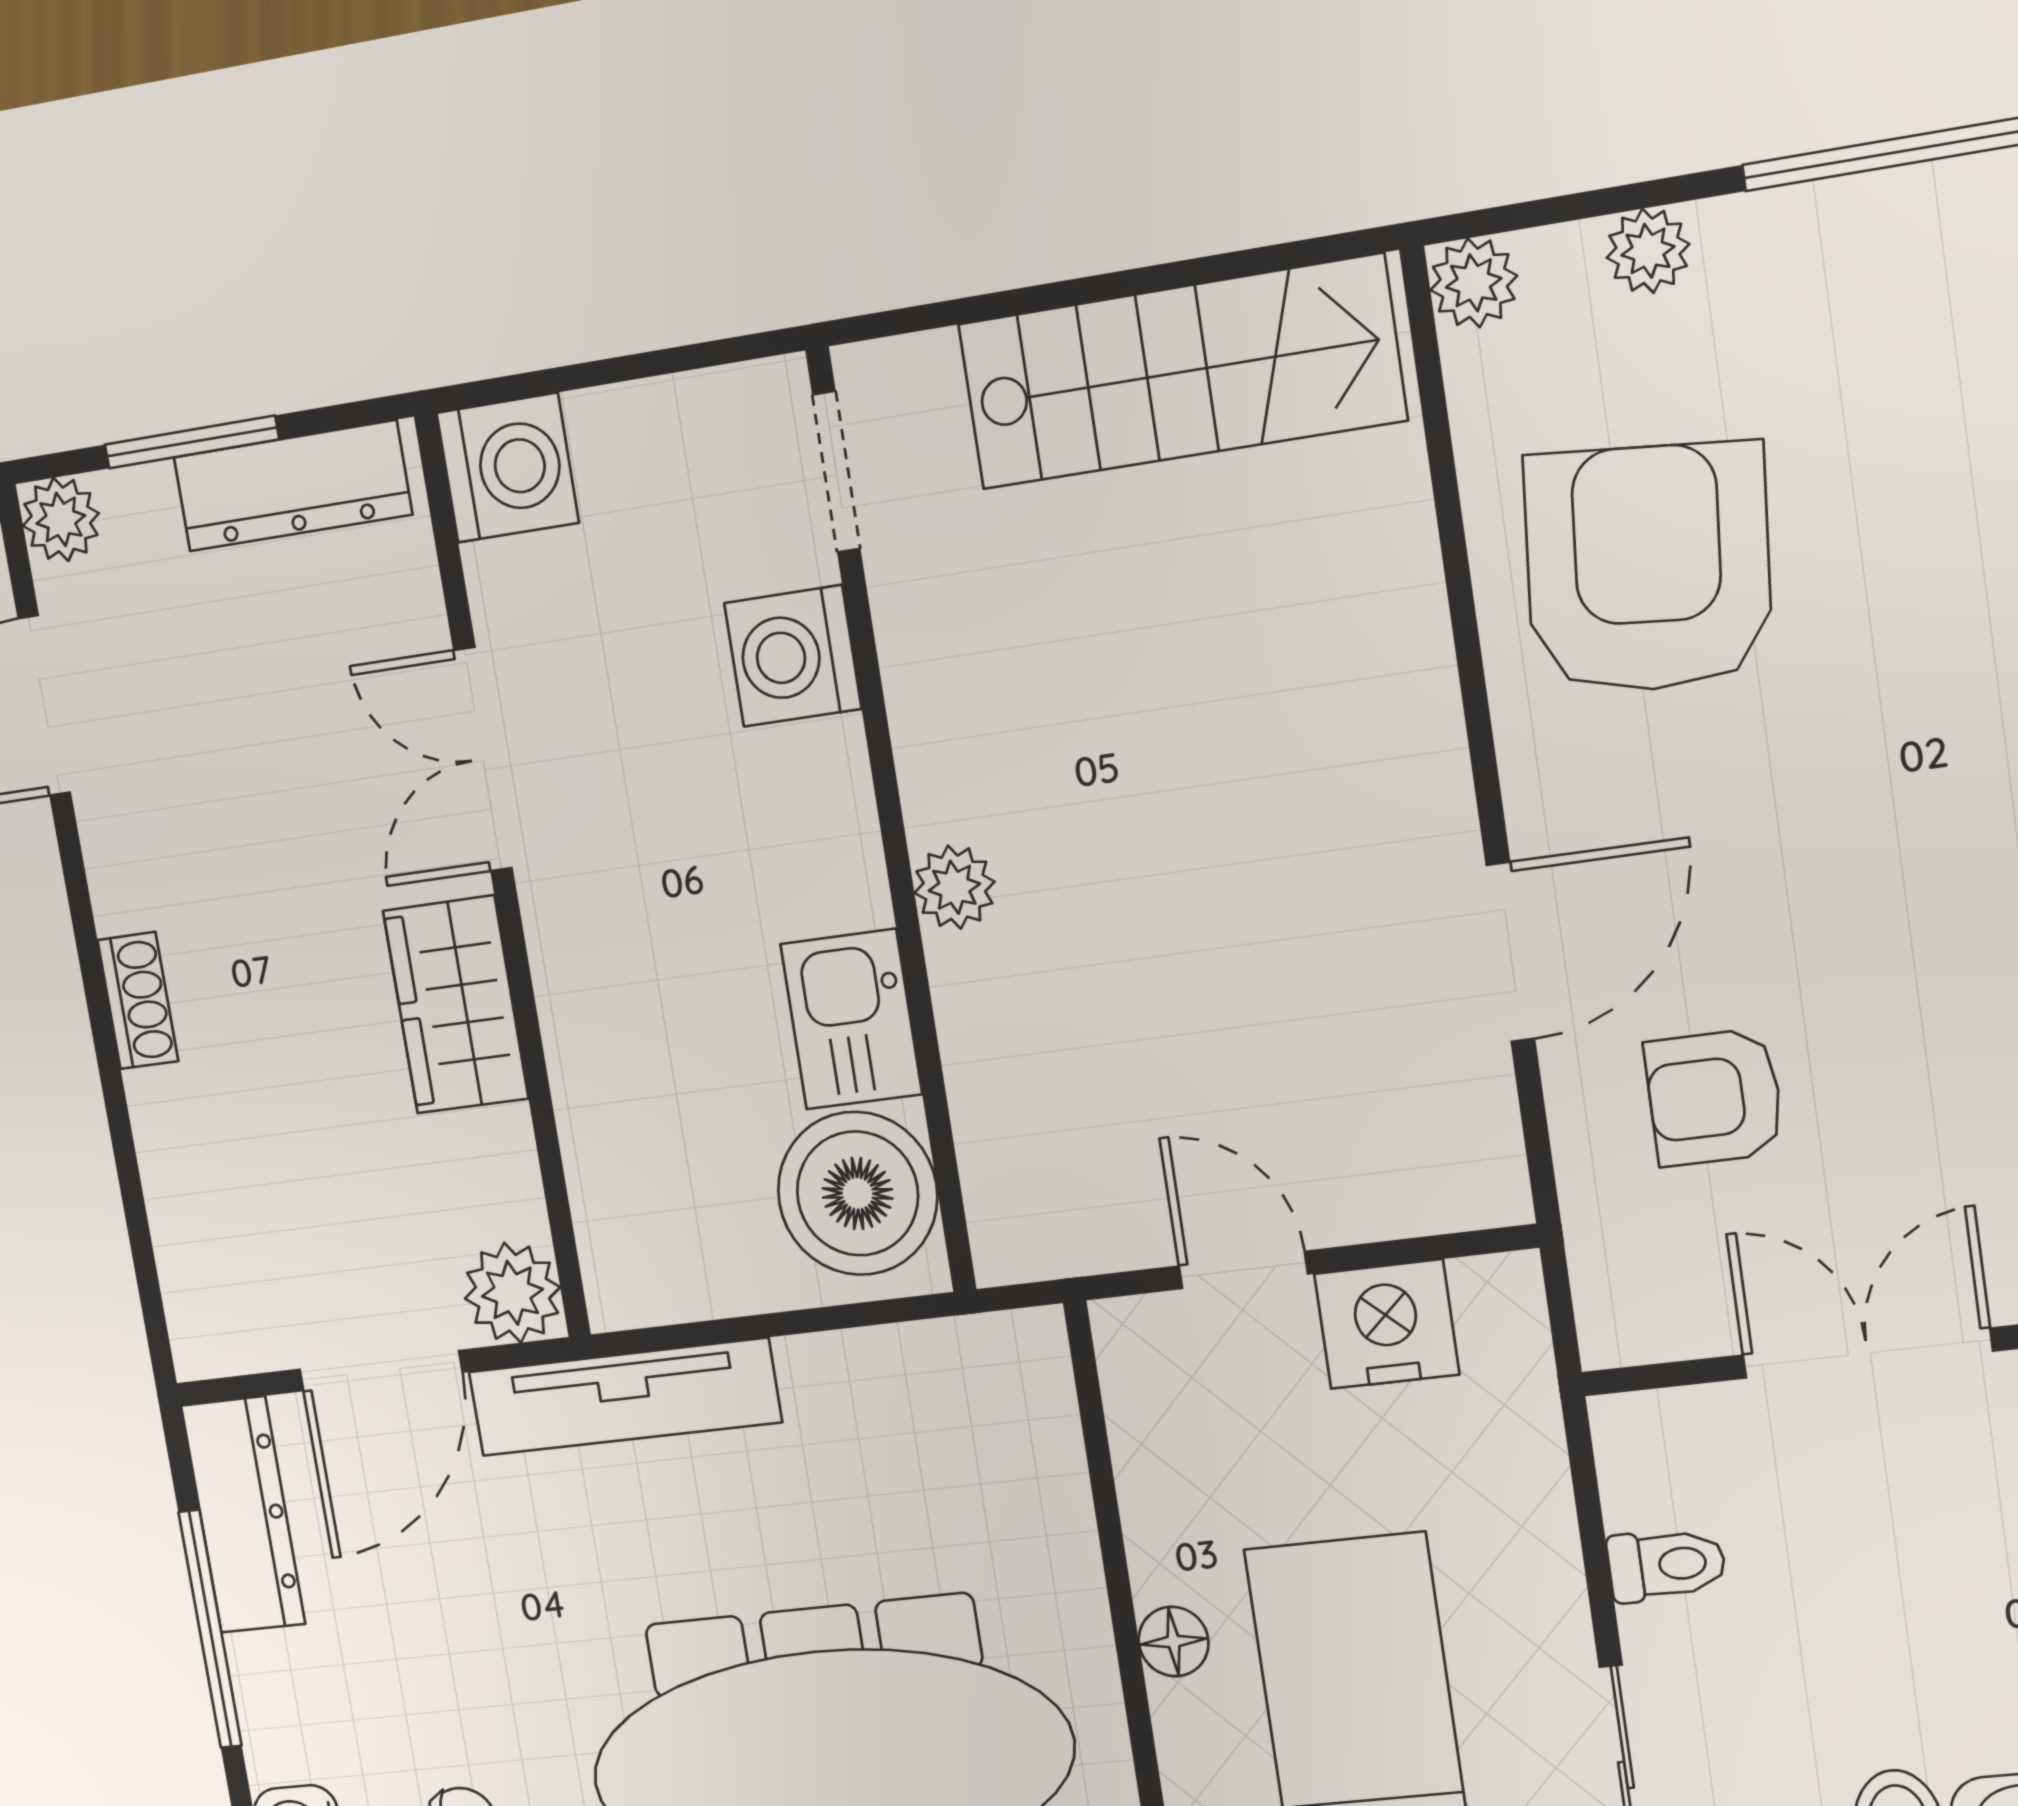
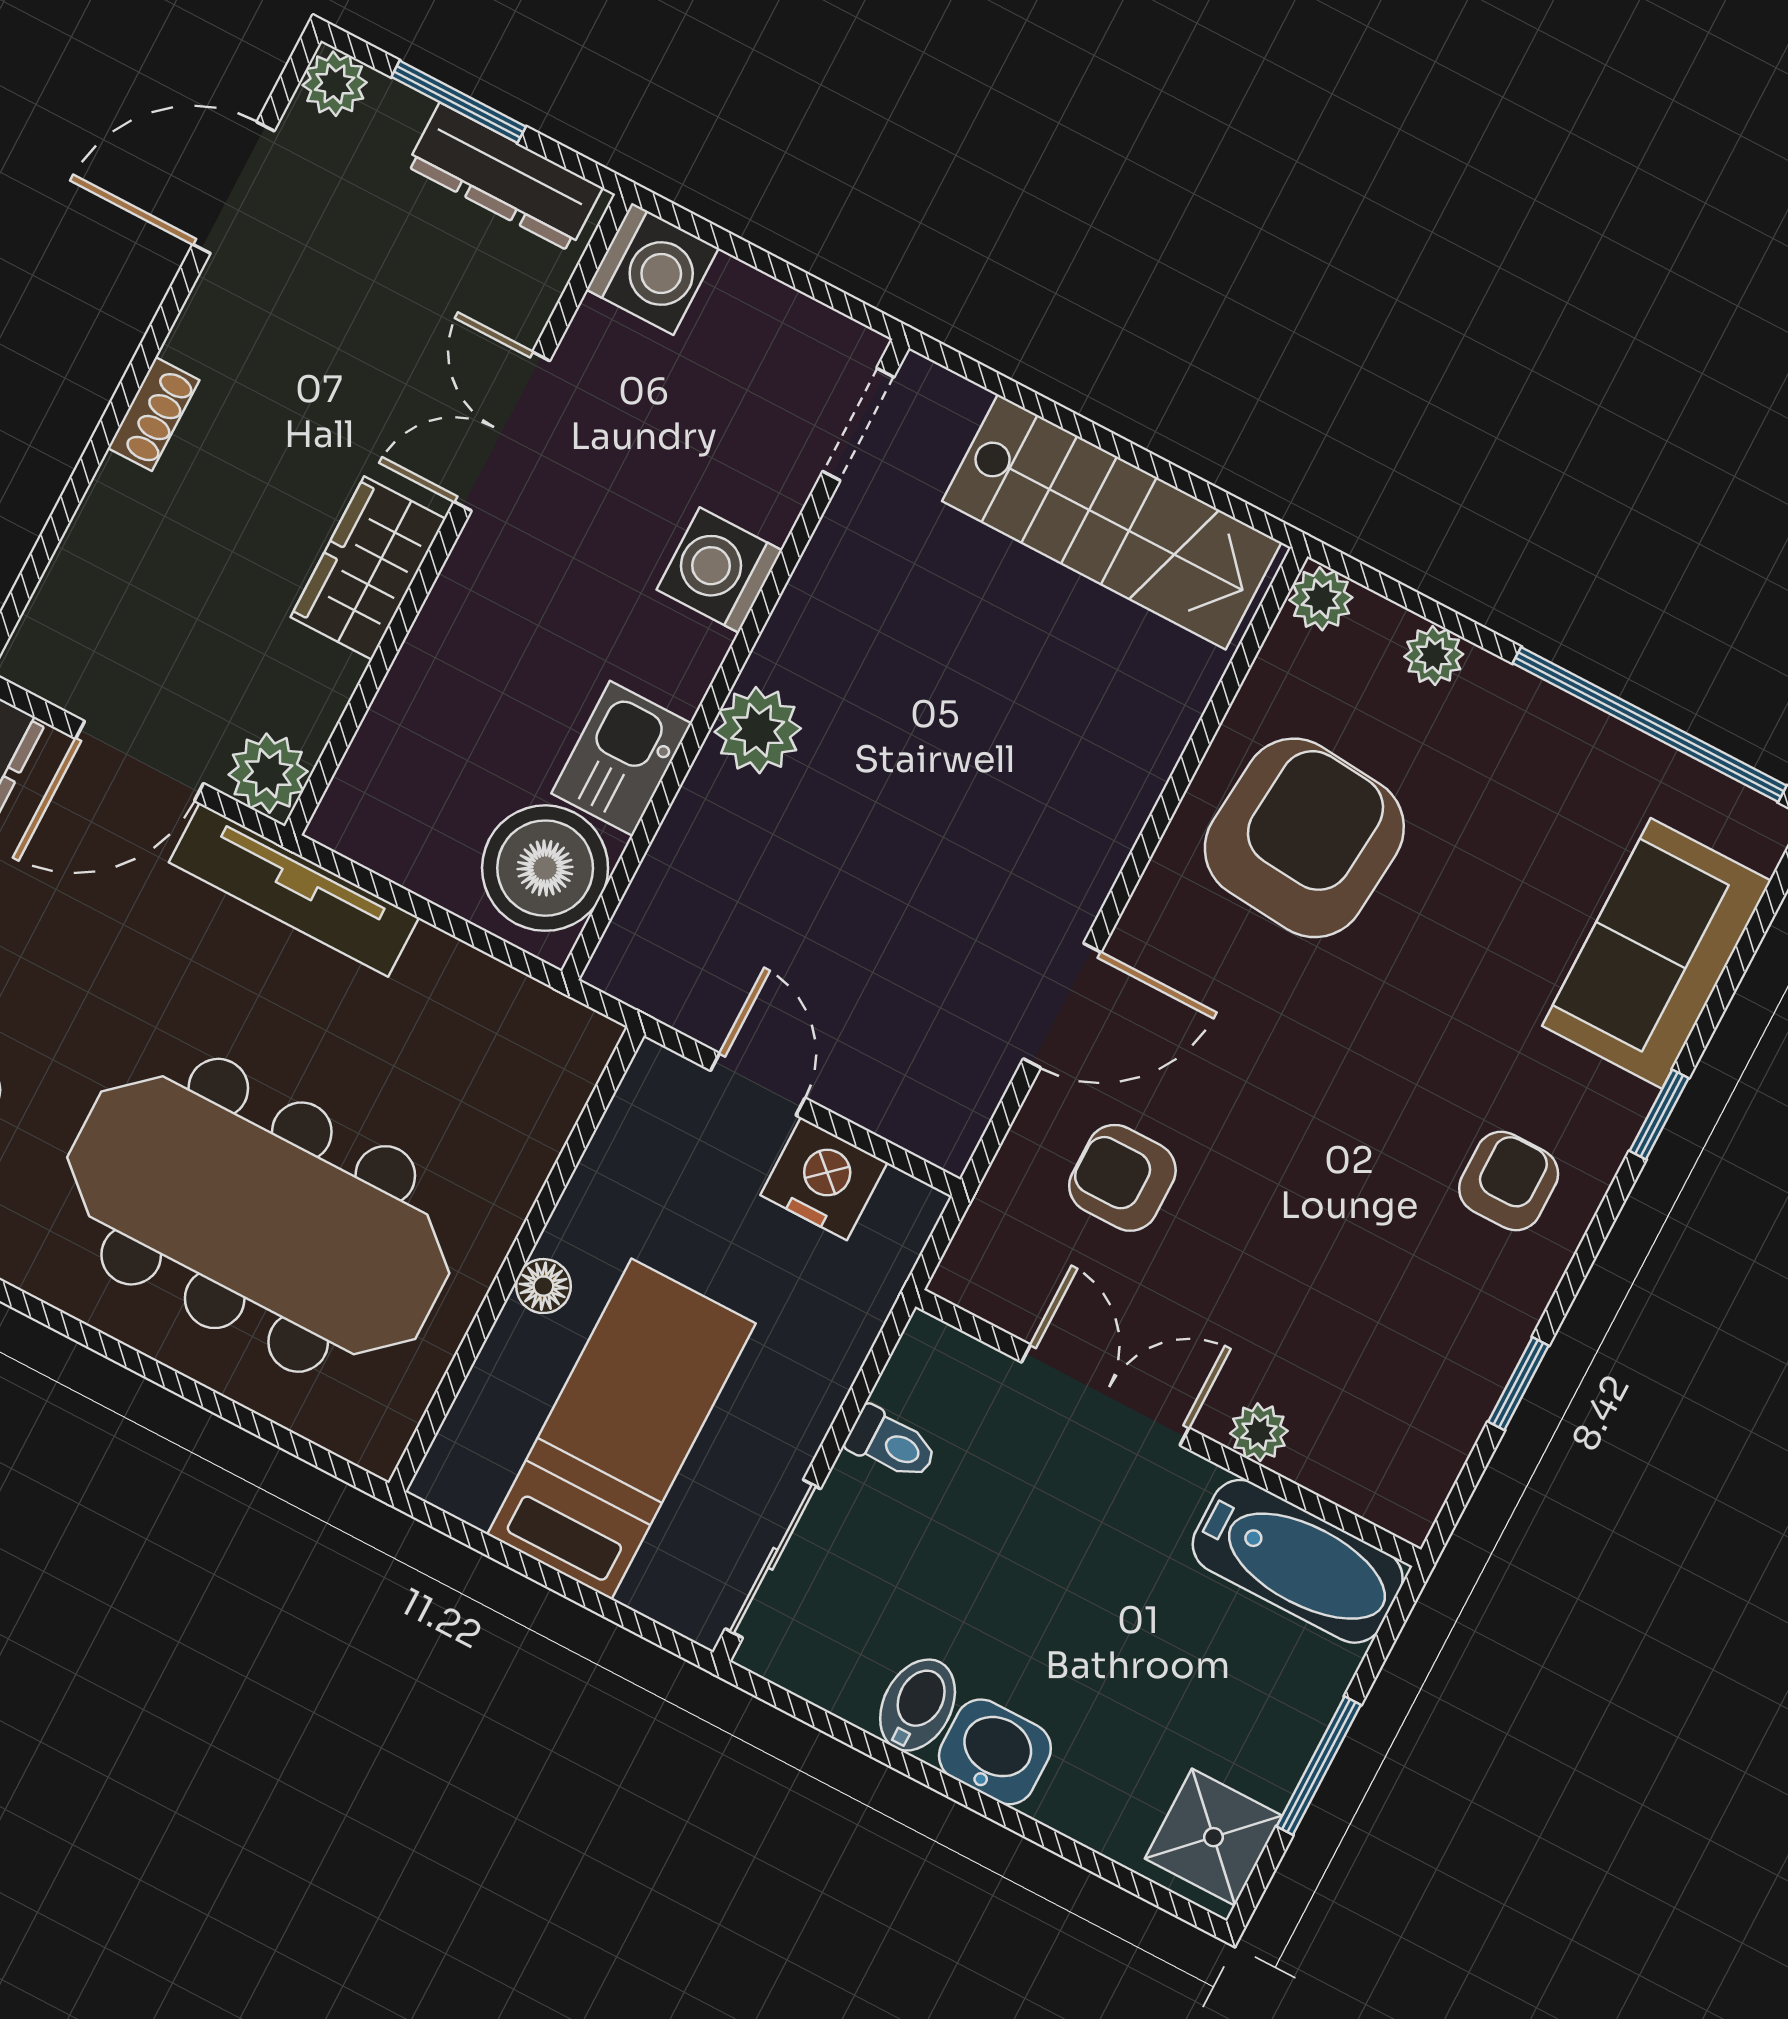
washing machine: (793, 656) -> (719, 570), moved
plant: (954, 887) -> (758, 730), width x1.38, depth x1.38

